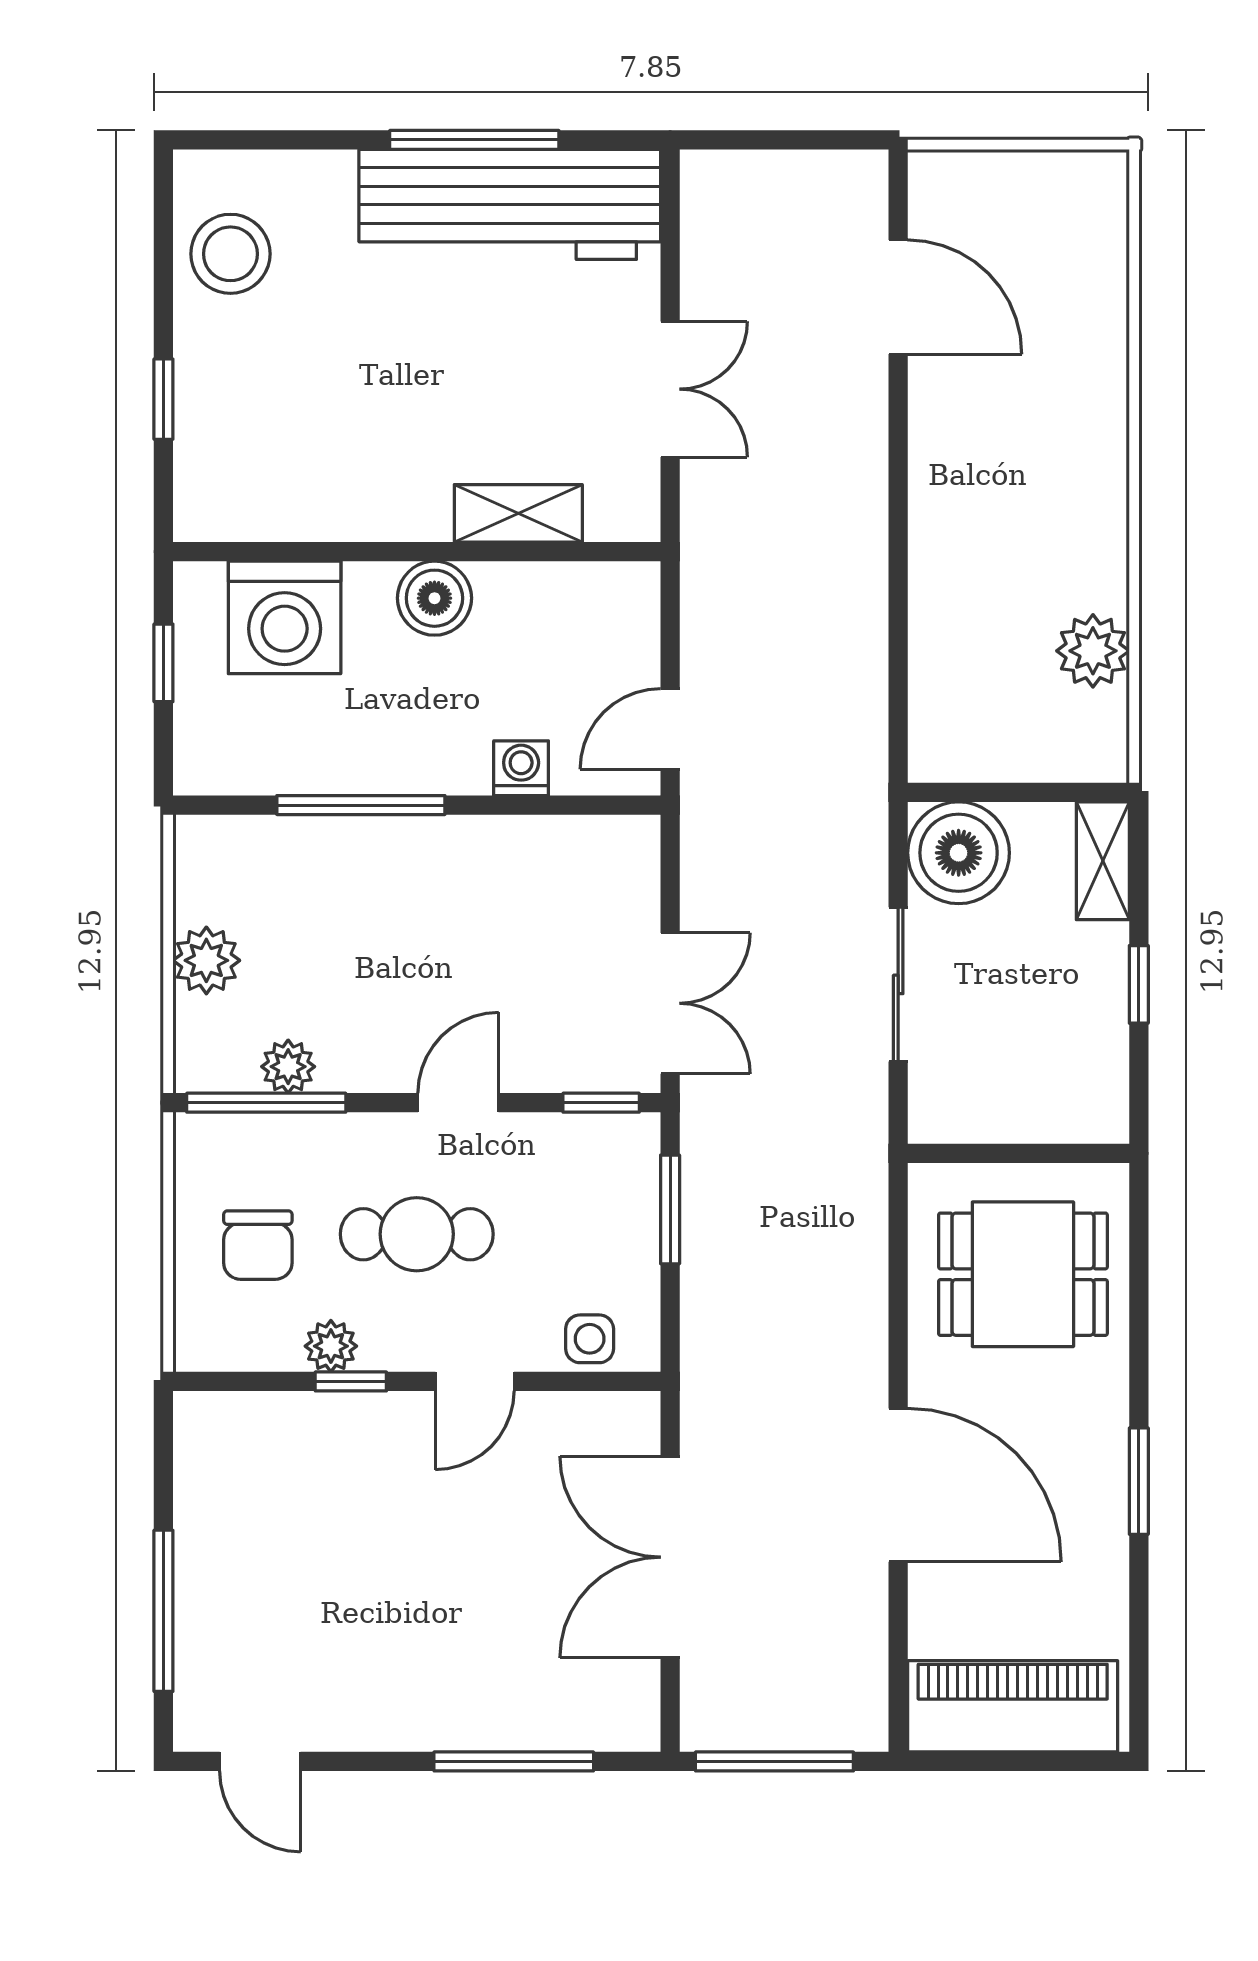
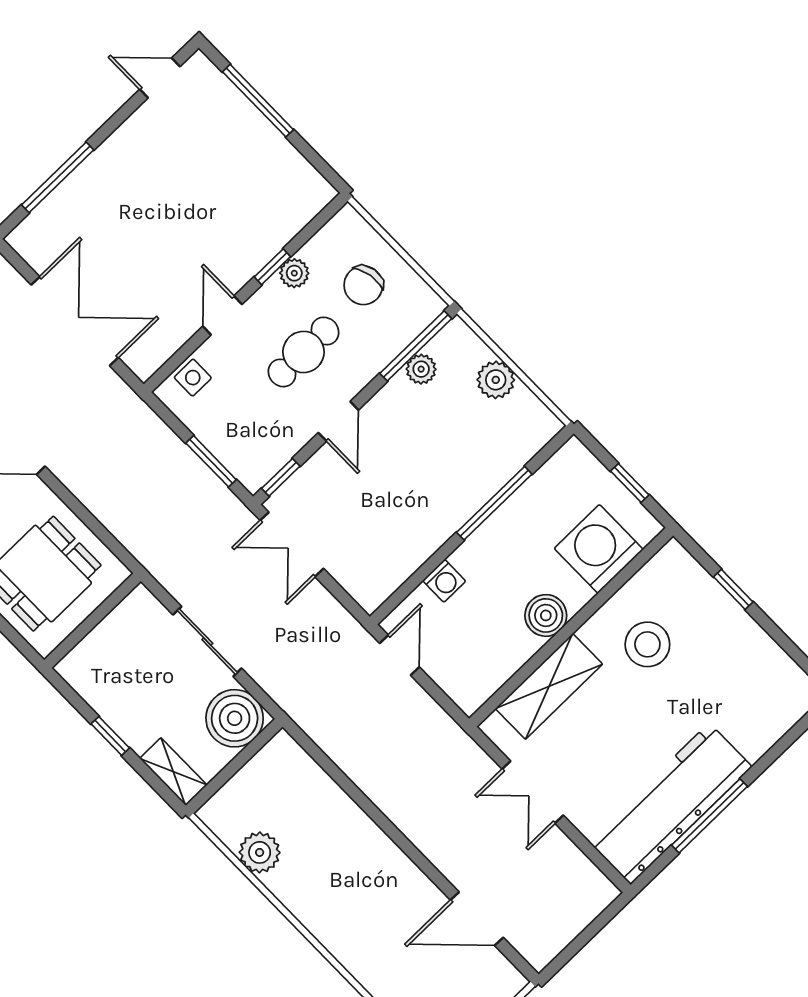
stool: (230, 254) -> (647, 644), moved
shelving: (518, 513) -> (549, 686), width x1.50, depth x1.33
chair: (258, 1245) -> (363, 285), turned -100

